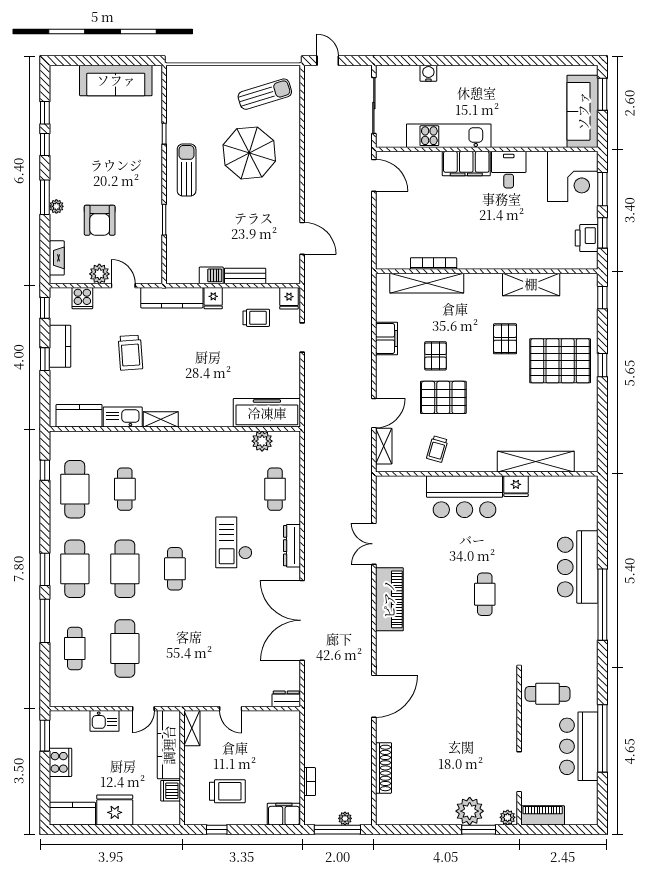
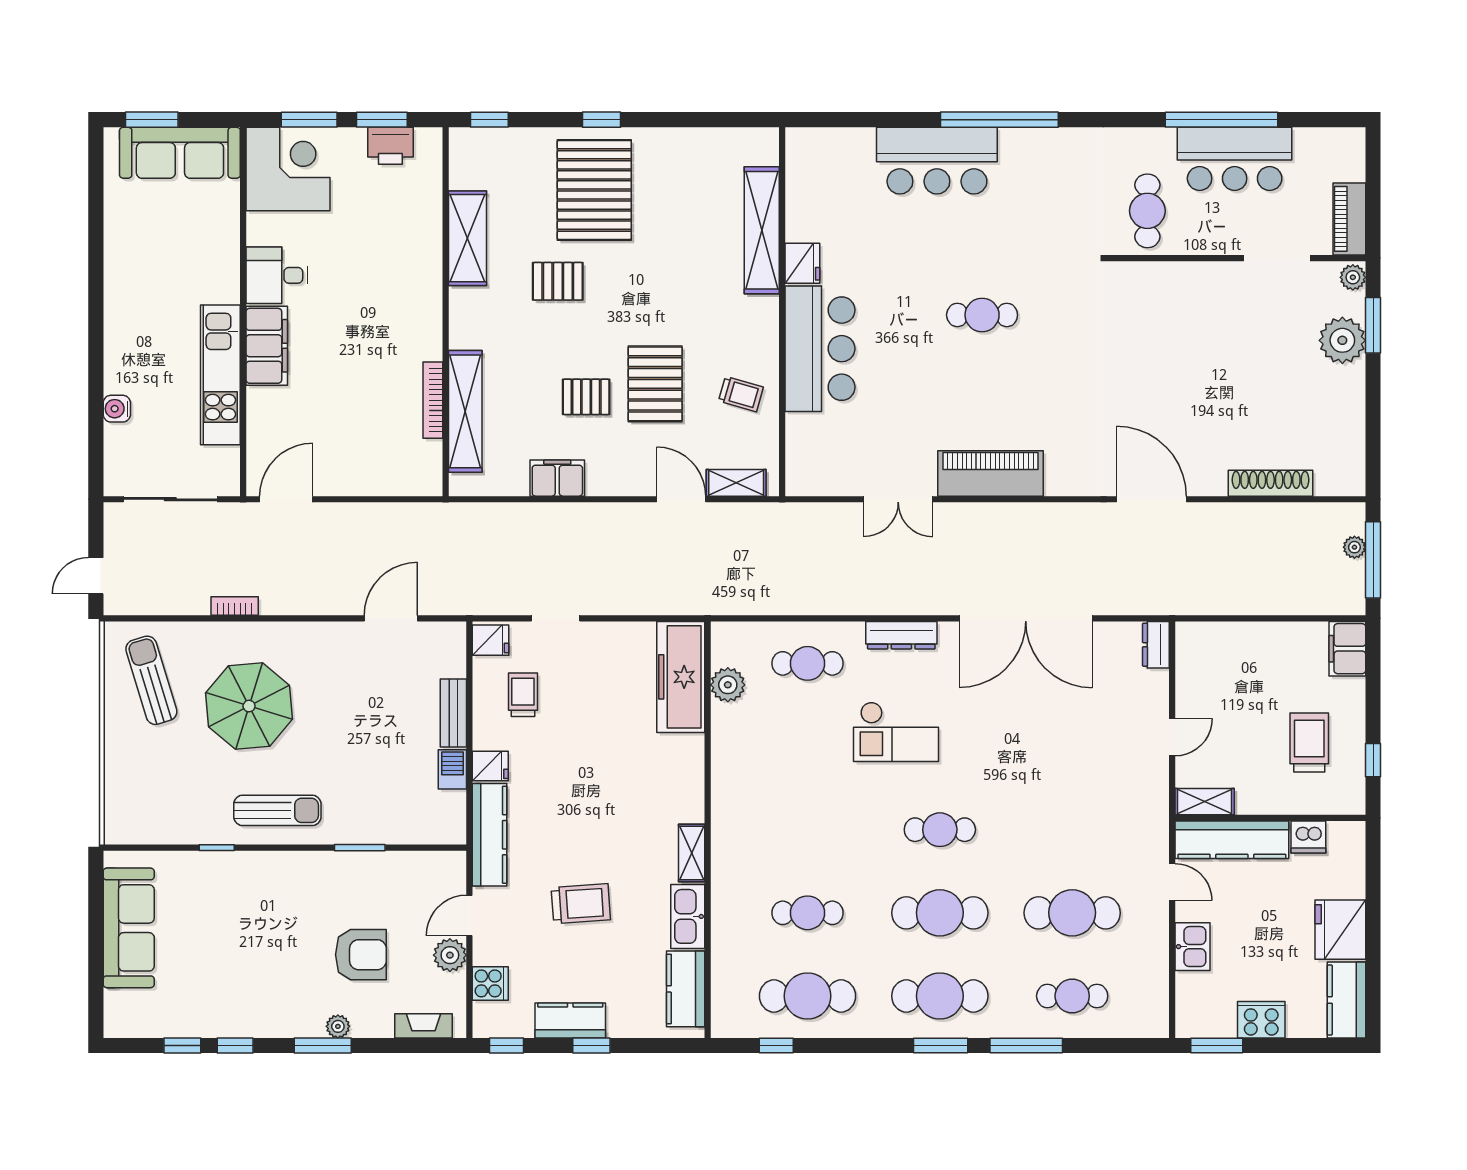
sun lounger: (187, 170) -> (277, 810), turned 180
bookcase: (310, 782) -> (235, 606), moved

